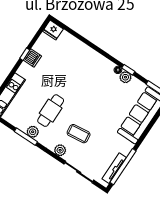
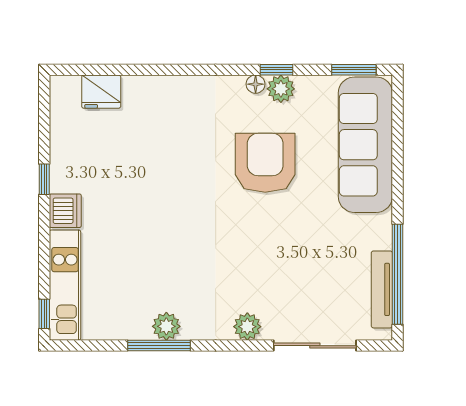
fridge: (53, 30) -> (101, 92), moved
dishwasher: (32, 58) -> (65, 211), moved
armchair: (103, 99) -> (265, 163), added
cafe table: (51, 111) -> (174, 259), removed
coffee table: (79, 134) -> (262, 268), removed

